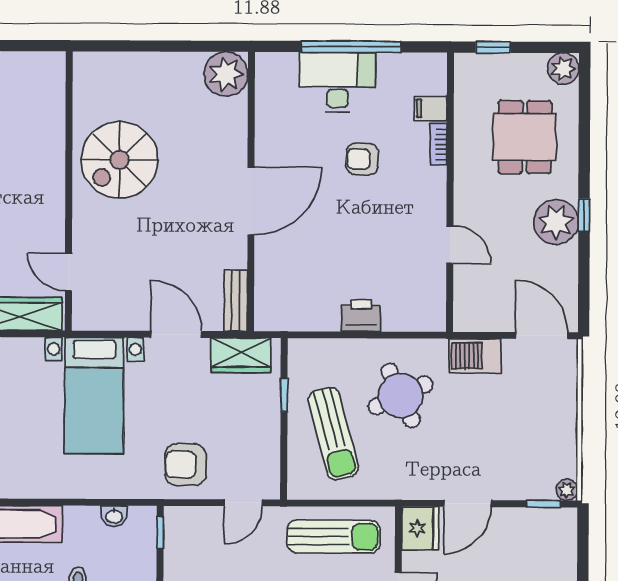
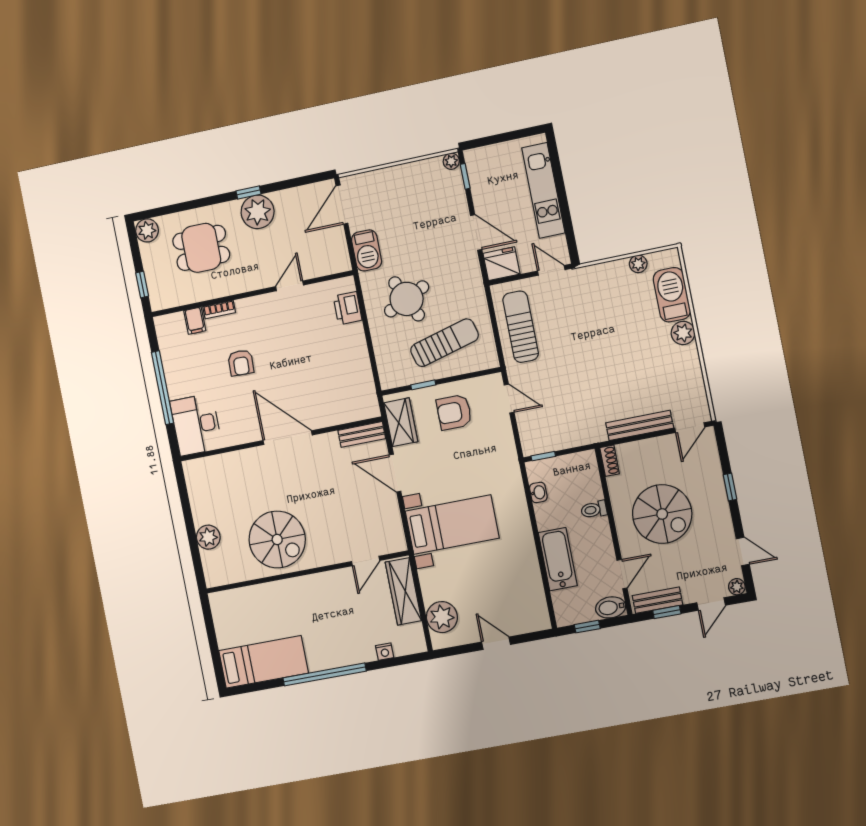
plant: (226, 74) -> (208, 537), moved, width x0.73, depth x0.73
desk: (337, 82) -> (196, 425), moved
printer: (361, 315) -> (348, 308), moved
door: (176, 334) -> (395, 473), hinge flipped
armchair: (186, 465) -> (454, 412), moved, turned 90

